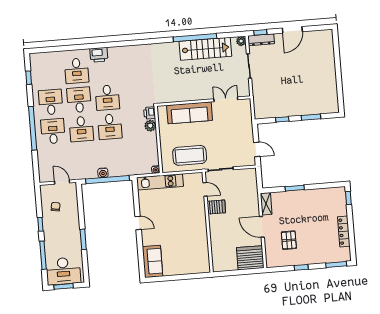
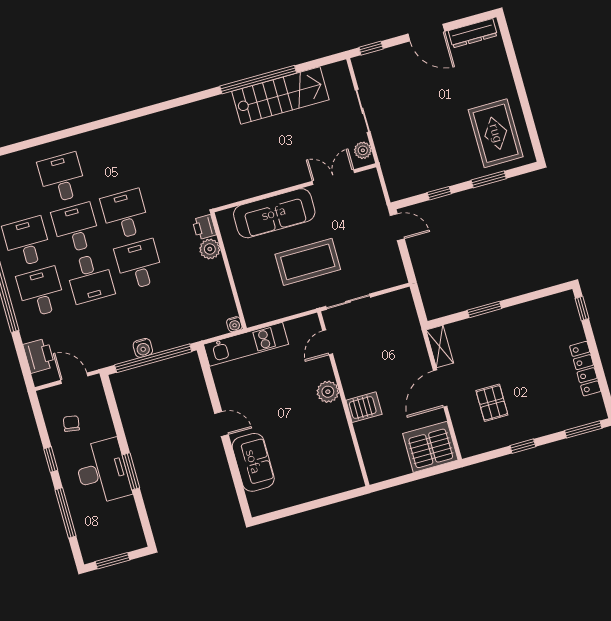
door: (292, 30) -> (426, 33), hinge flipped
dresser: (261, 40) -> (473, 33), moved
plant: (241, 41) -> (363, 150), moved
printer: (99, 55) -> (39, 356), moved, turned -90
desk: (77, 71) -> (62, 178), turned 180
rug: (320, 93) -> (496, 133), added
desk: (107, 98) -> (125, 214), turned 180
desk: (110, 127) -> (139, 265), turned 180
door: (257, 149) -> (397, 227), moved
coffee table: (190, 155) -> (308, 262), moved
door: (205, 189) -> (328, 342), swing flipped
server rack: (216, 207) -> (364, 407), moved
plant: (200, 217) -> (328, 392), added
door: (262, 227) -> (440, 389), hinge flipped
sofa: (152, 261) -> (253, 462), moved
desk: (63, 271) -> (102, 472), moved, turned -90

